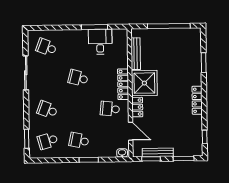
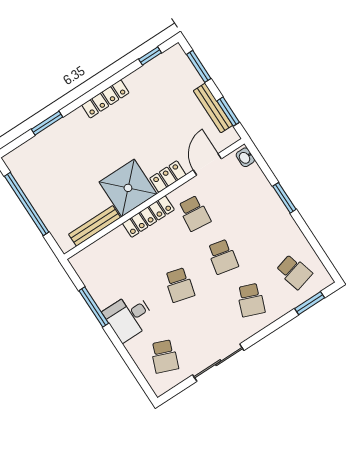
desk: (100, 42) -> (129, 317), moved
school desk: (79, 140) -> (223, 257), moved

